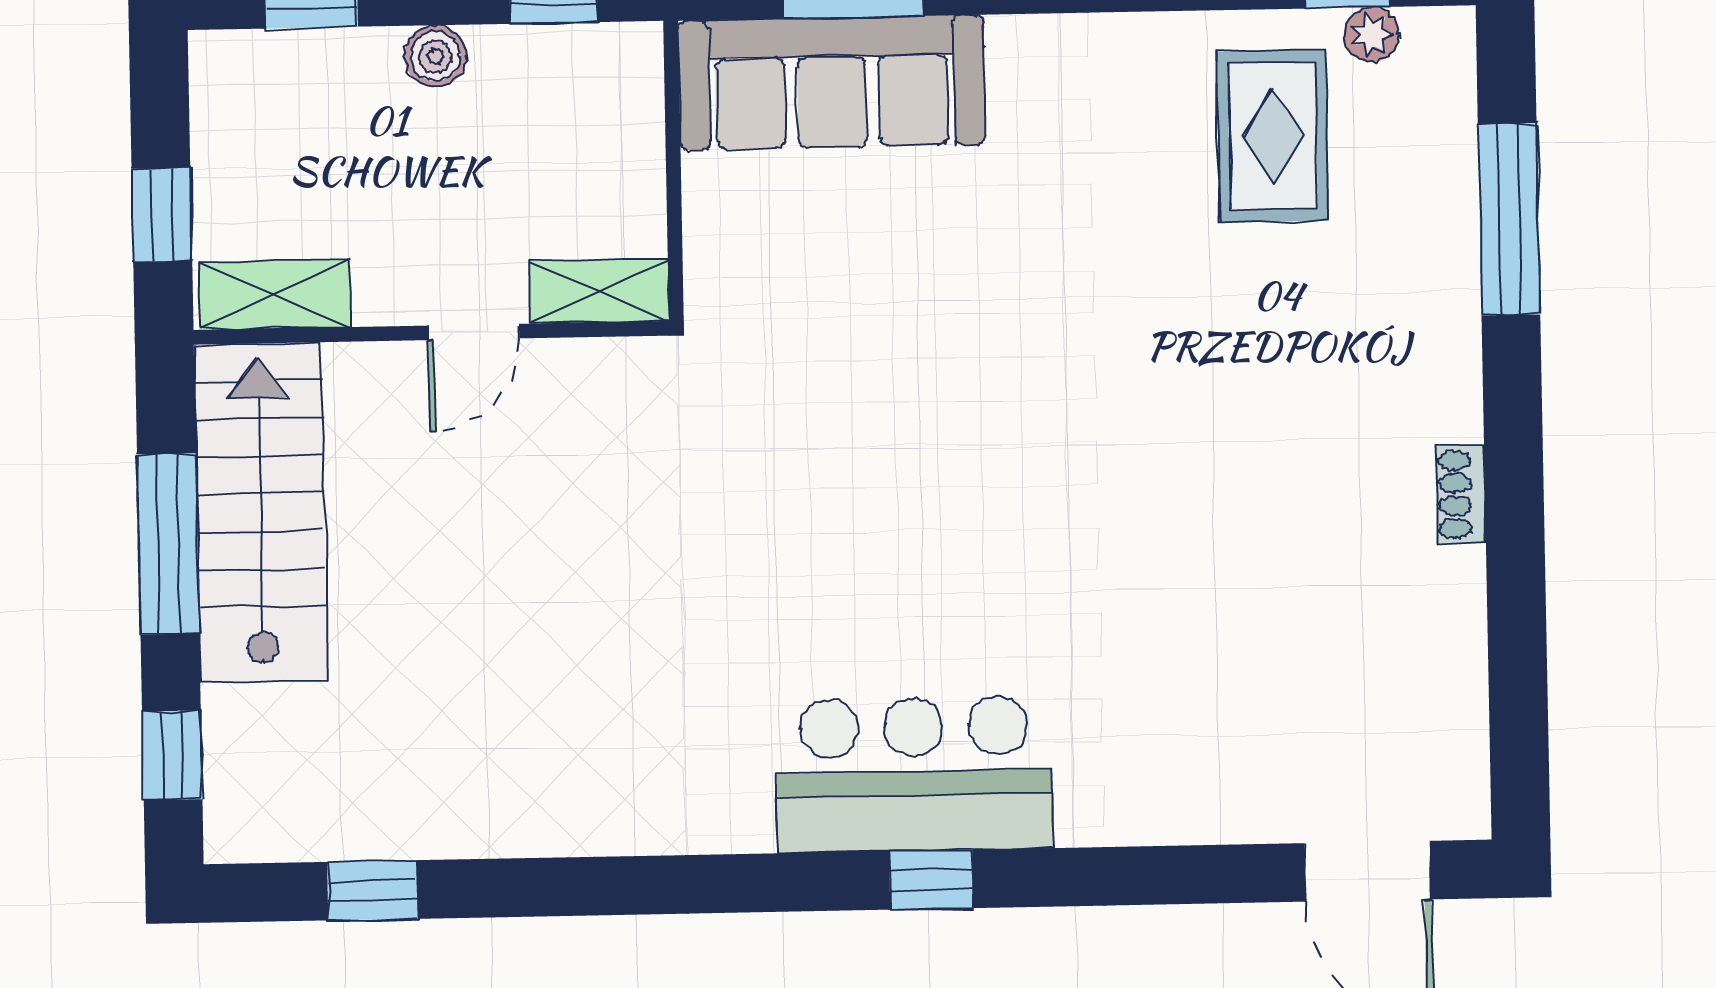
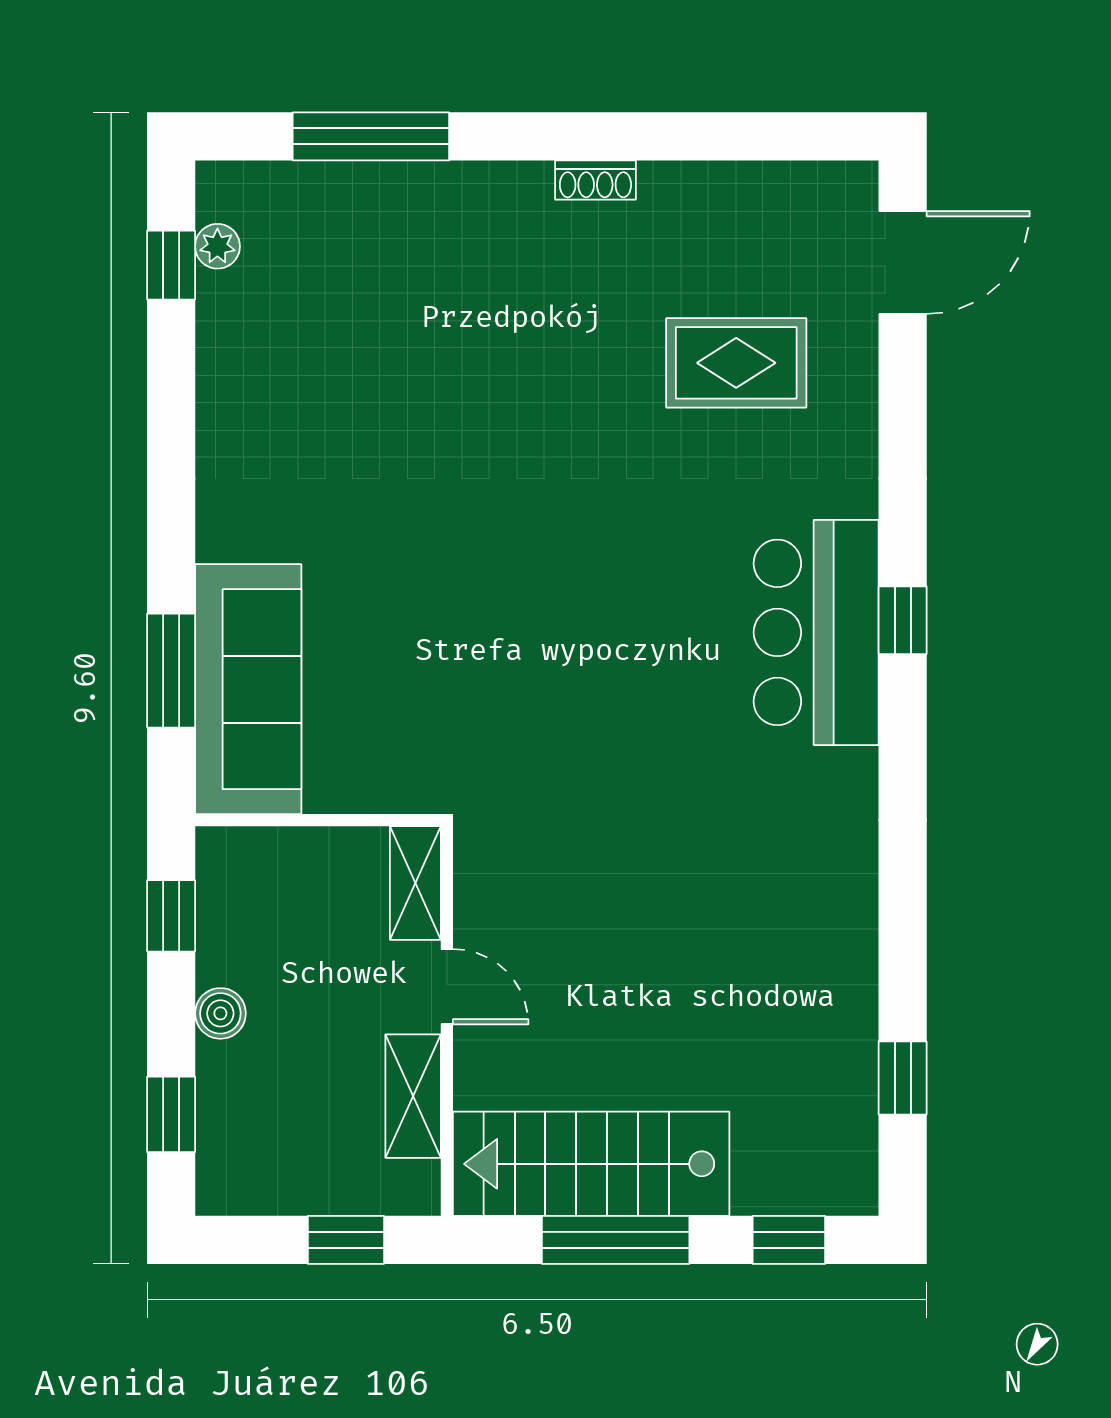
rug: (1273, 136) -> (736, 363), moved
shelving: (274, 295) -> (413, 1096), moved

